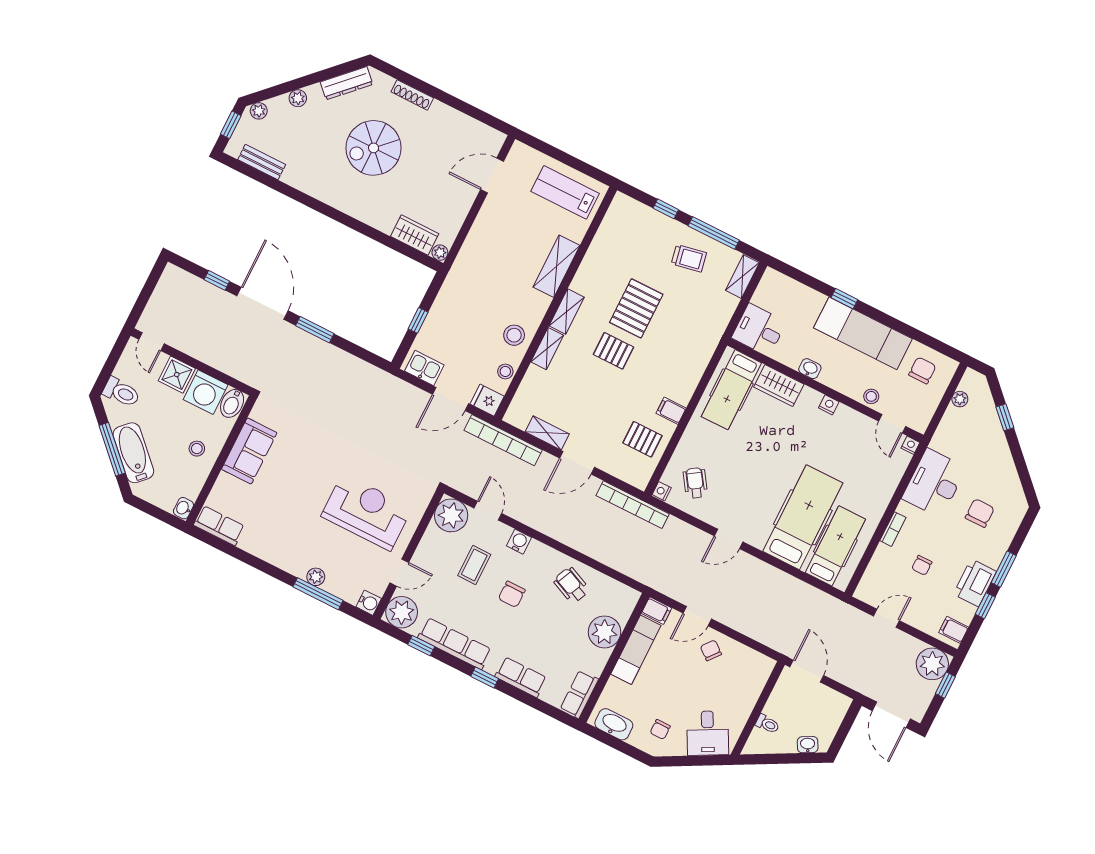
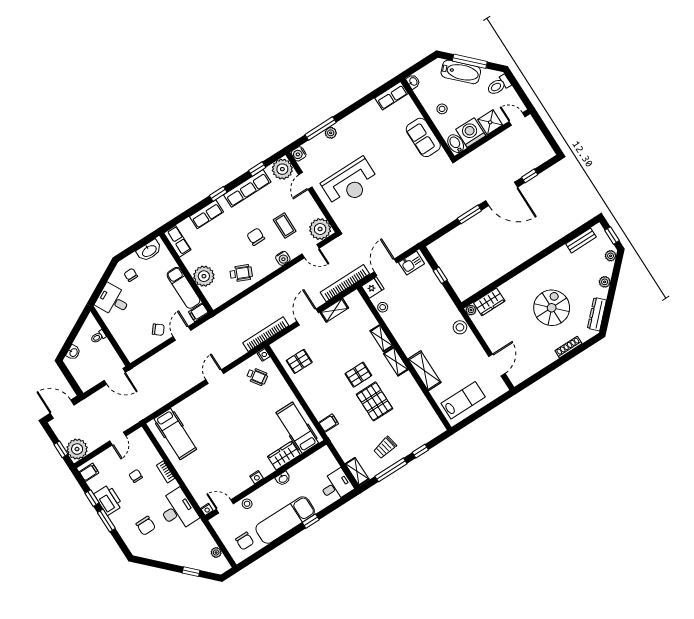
desk: (759, 330) -> (336, 486), moved
stool: (514, 335) -> (460, 327), moved
filing cabinet: (671, 411) -> (329, 423), moved
hospital bed: (803, 517) -> (202, 425), removed

